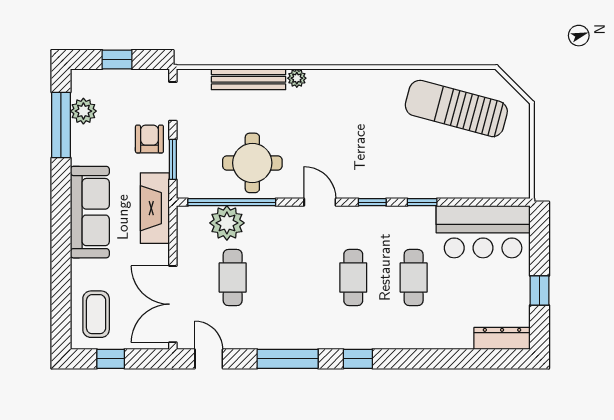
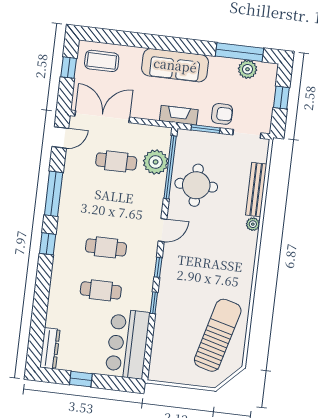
fireplace: (155, 208) -> (179, 115), width x0.73, depth x0.76

